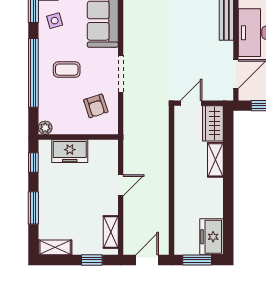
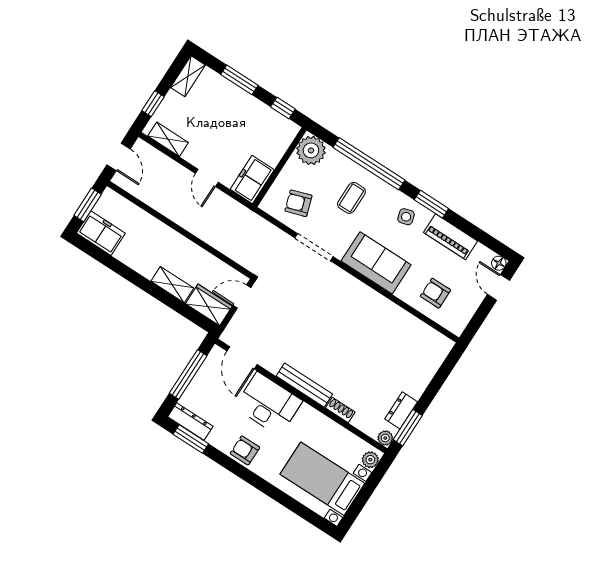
door: (191, 103) -> (242, 297), swing flipped
plant: (45, 128) -> (311, 150), width x1.88, depth x1.88
freezer: (70, 151) -> (252, 179), moved

